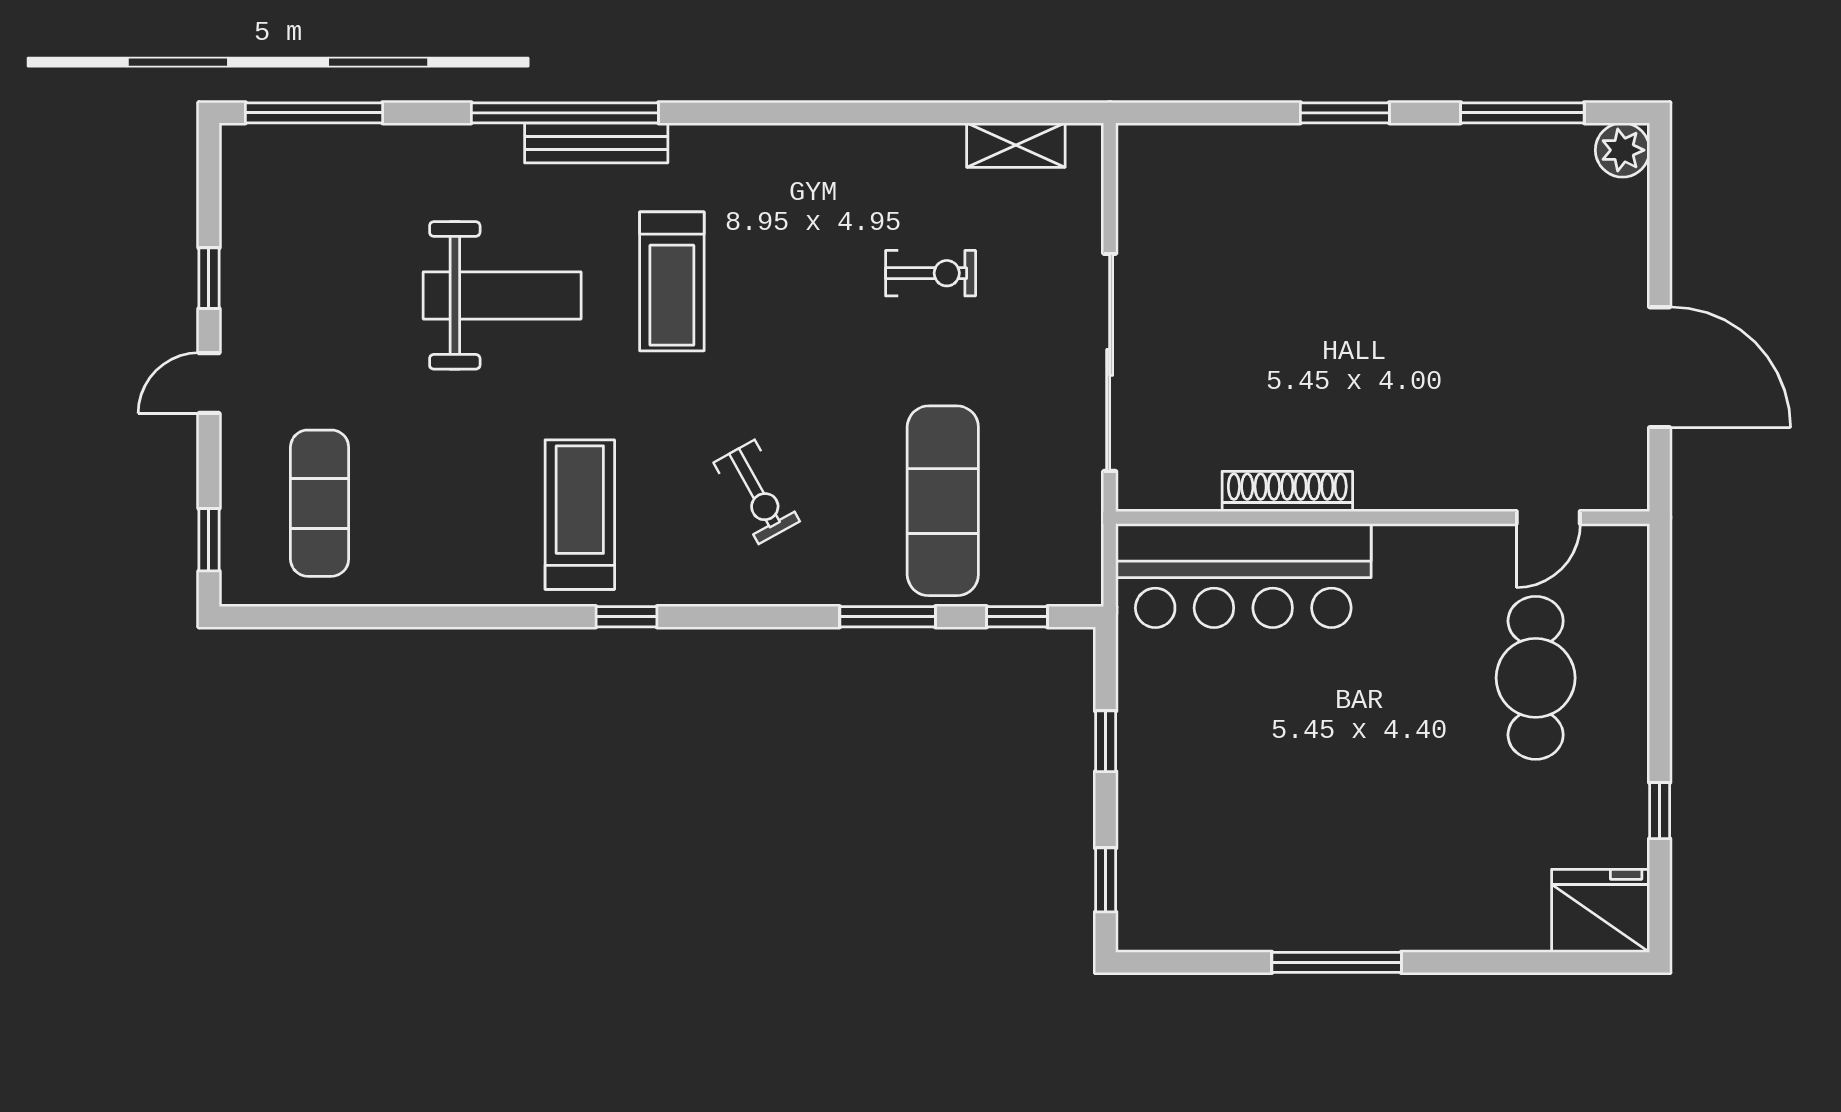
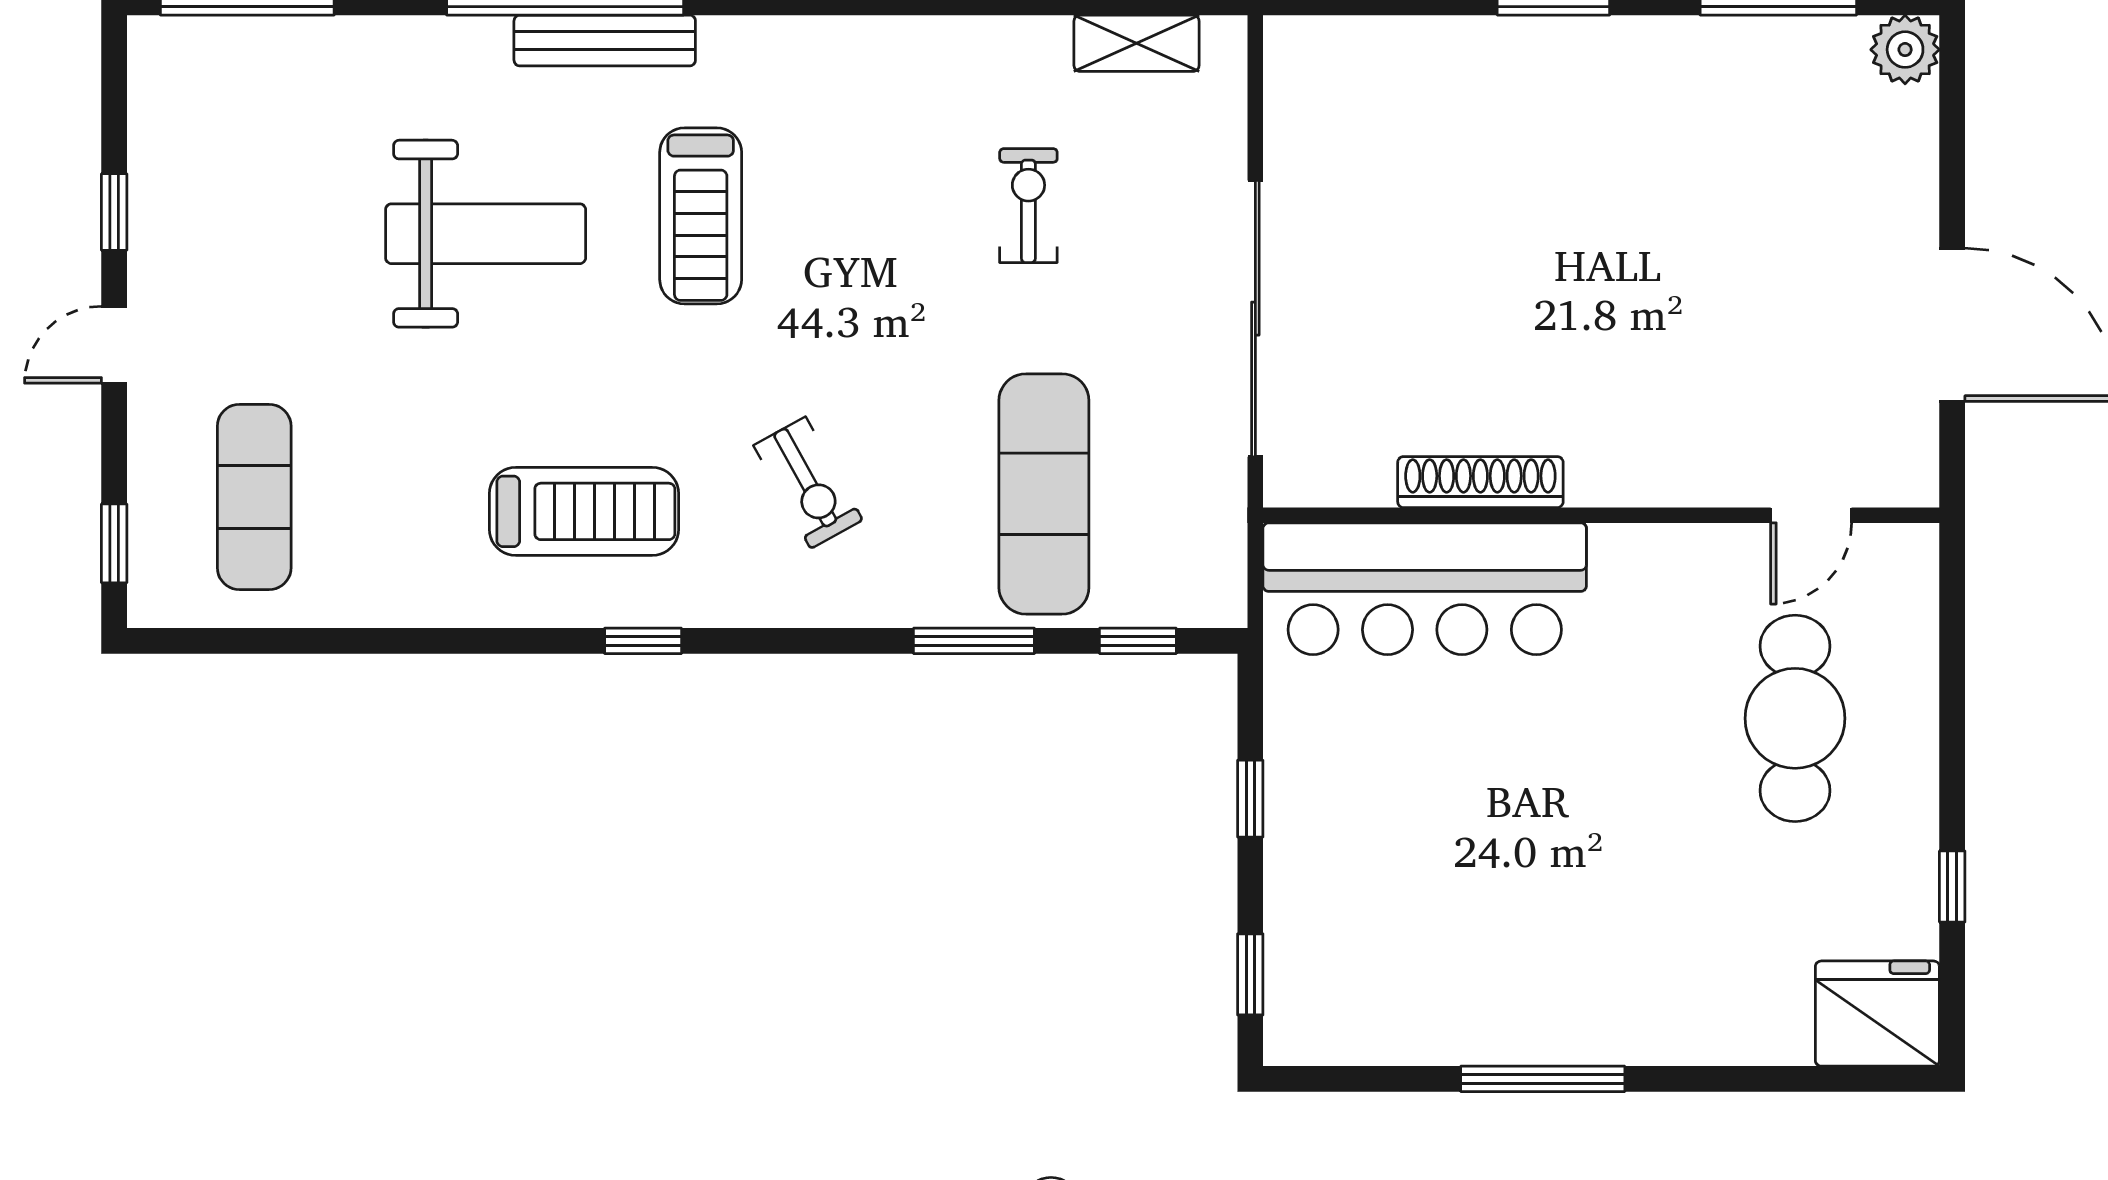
exercise bike: (931, 273) -> (1028, 206), turned -90
treadmill: (580, 515) -> (584, 511), turned 90

